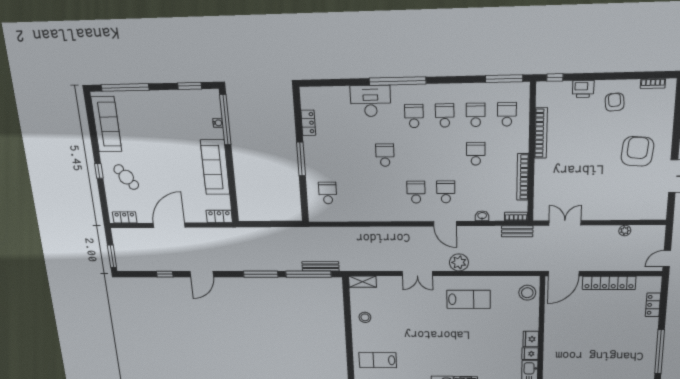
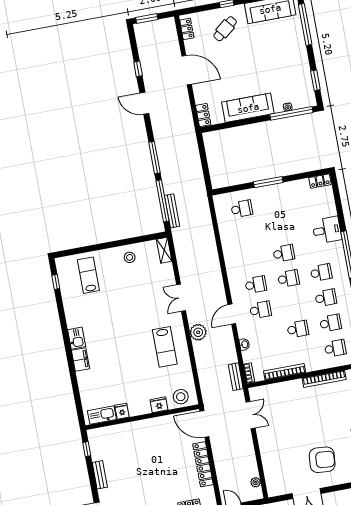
desk: (370, 101) -> (327, 230), width x0.73
locker: (308, 123) -> (320, 181), moved
school desk: (415, 155) -> (288, 279), added
plant: (625, 231) -> (256, 482), moved
fridge: (531, 339) -> (159, 405), moved

